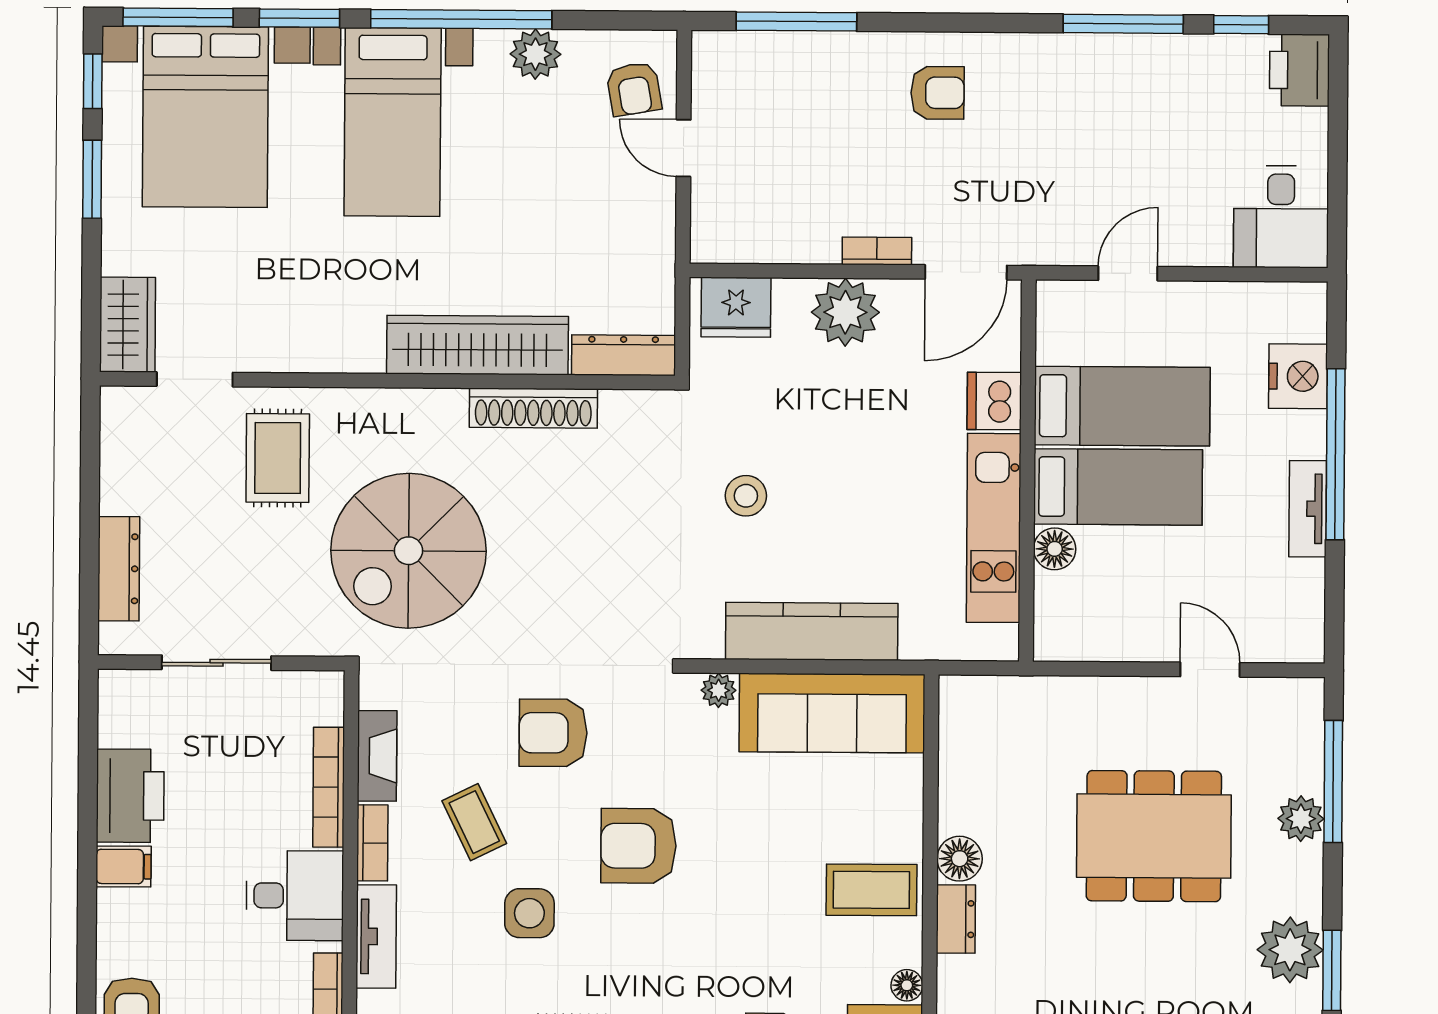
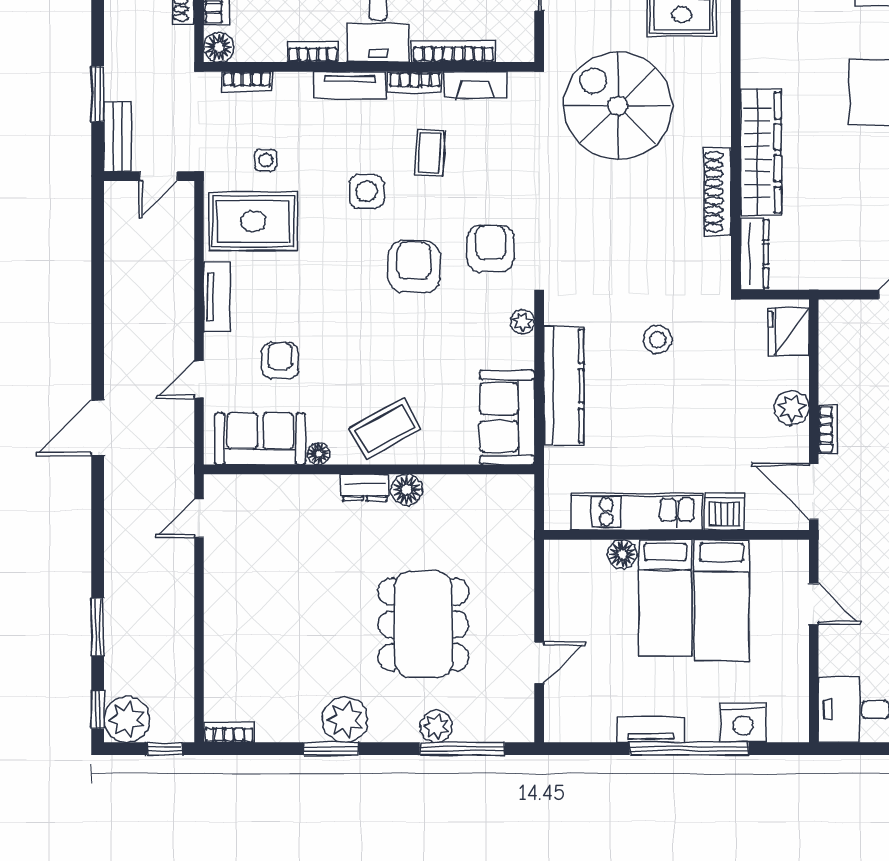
plant: (845, 312) -> (792, 408), width x0.73, depth x0.73
sofa: (832, 713) -> (507, 417), width x0.73
armchair: (553, 733) -> (490, 248), moved
coffee table: (474, 822) -> (430, 153), turned -61
coffee table: (871, 890) -> (385, 429), turned 61

